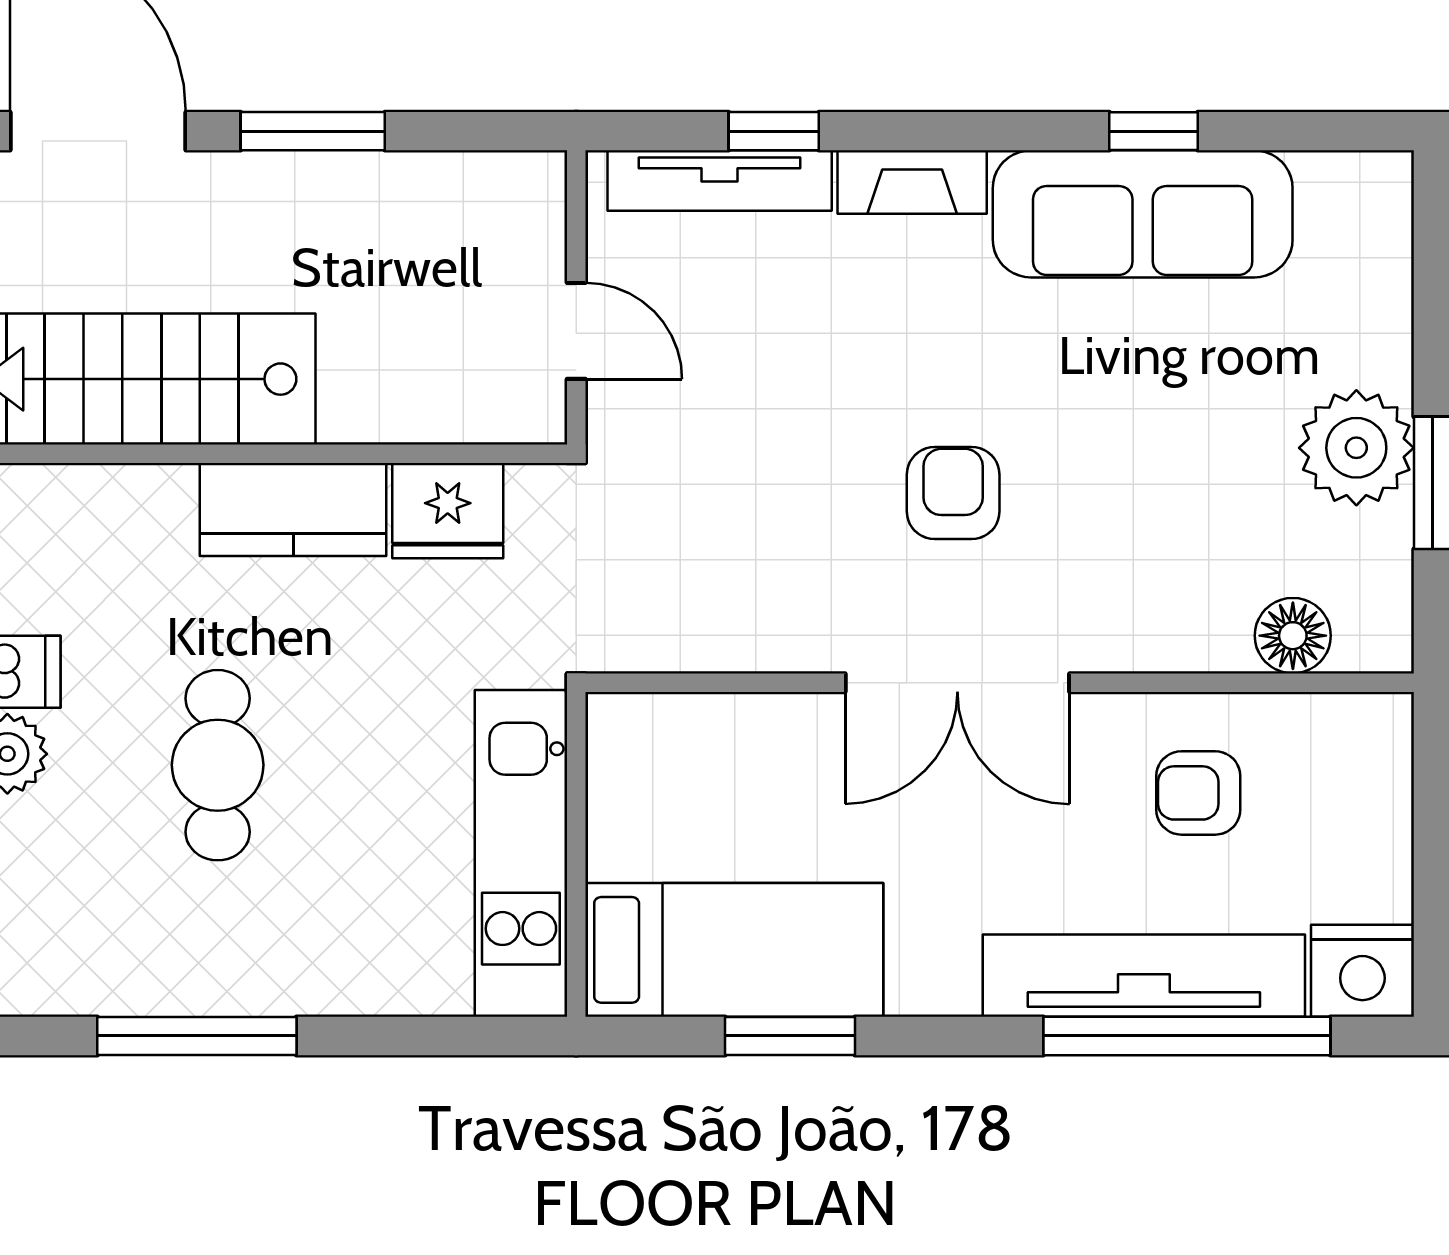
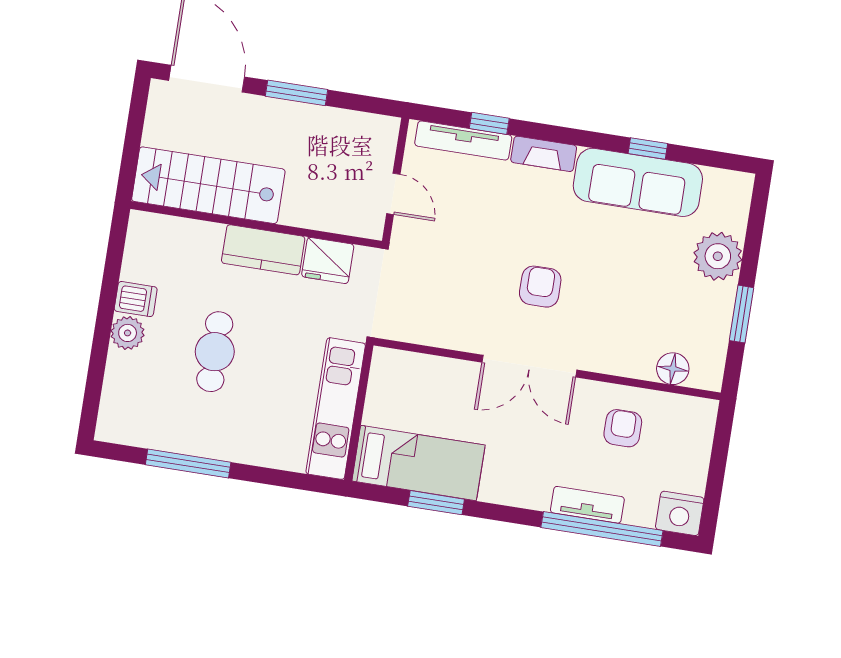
plant: (1356, 448) -> (718, 256), moved
armchair: (1198, 793) -> (623, 428), turned 90
tv unit: (1144, 976) -> (587, 505), width x0.52, depth x0.78

